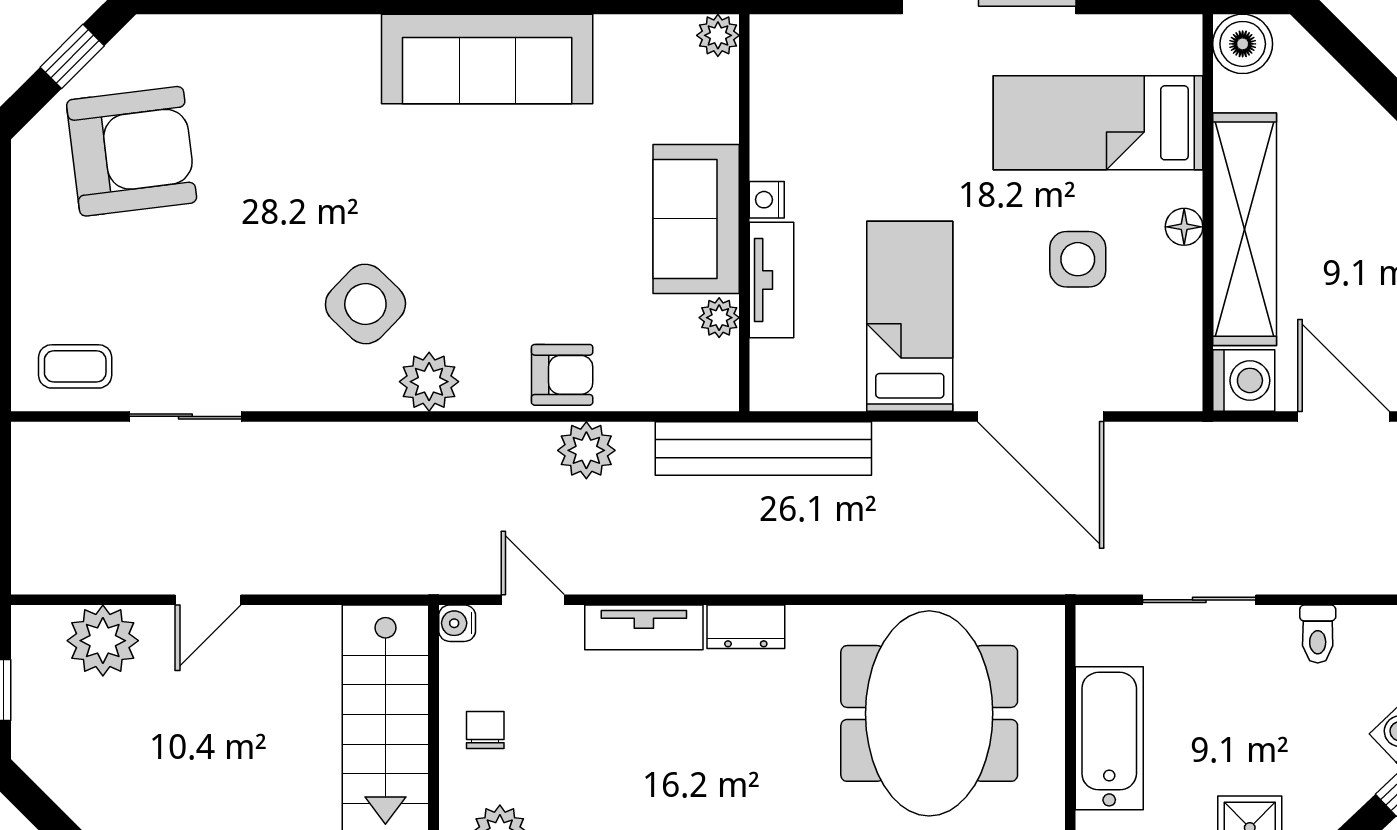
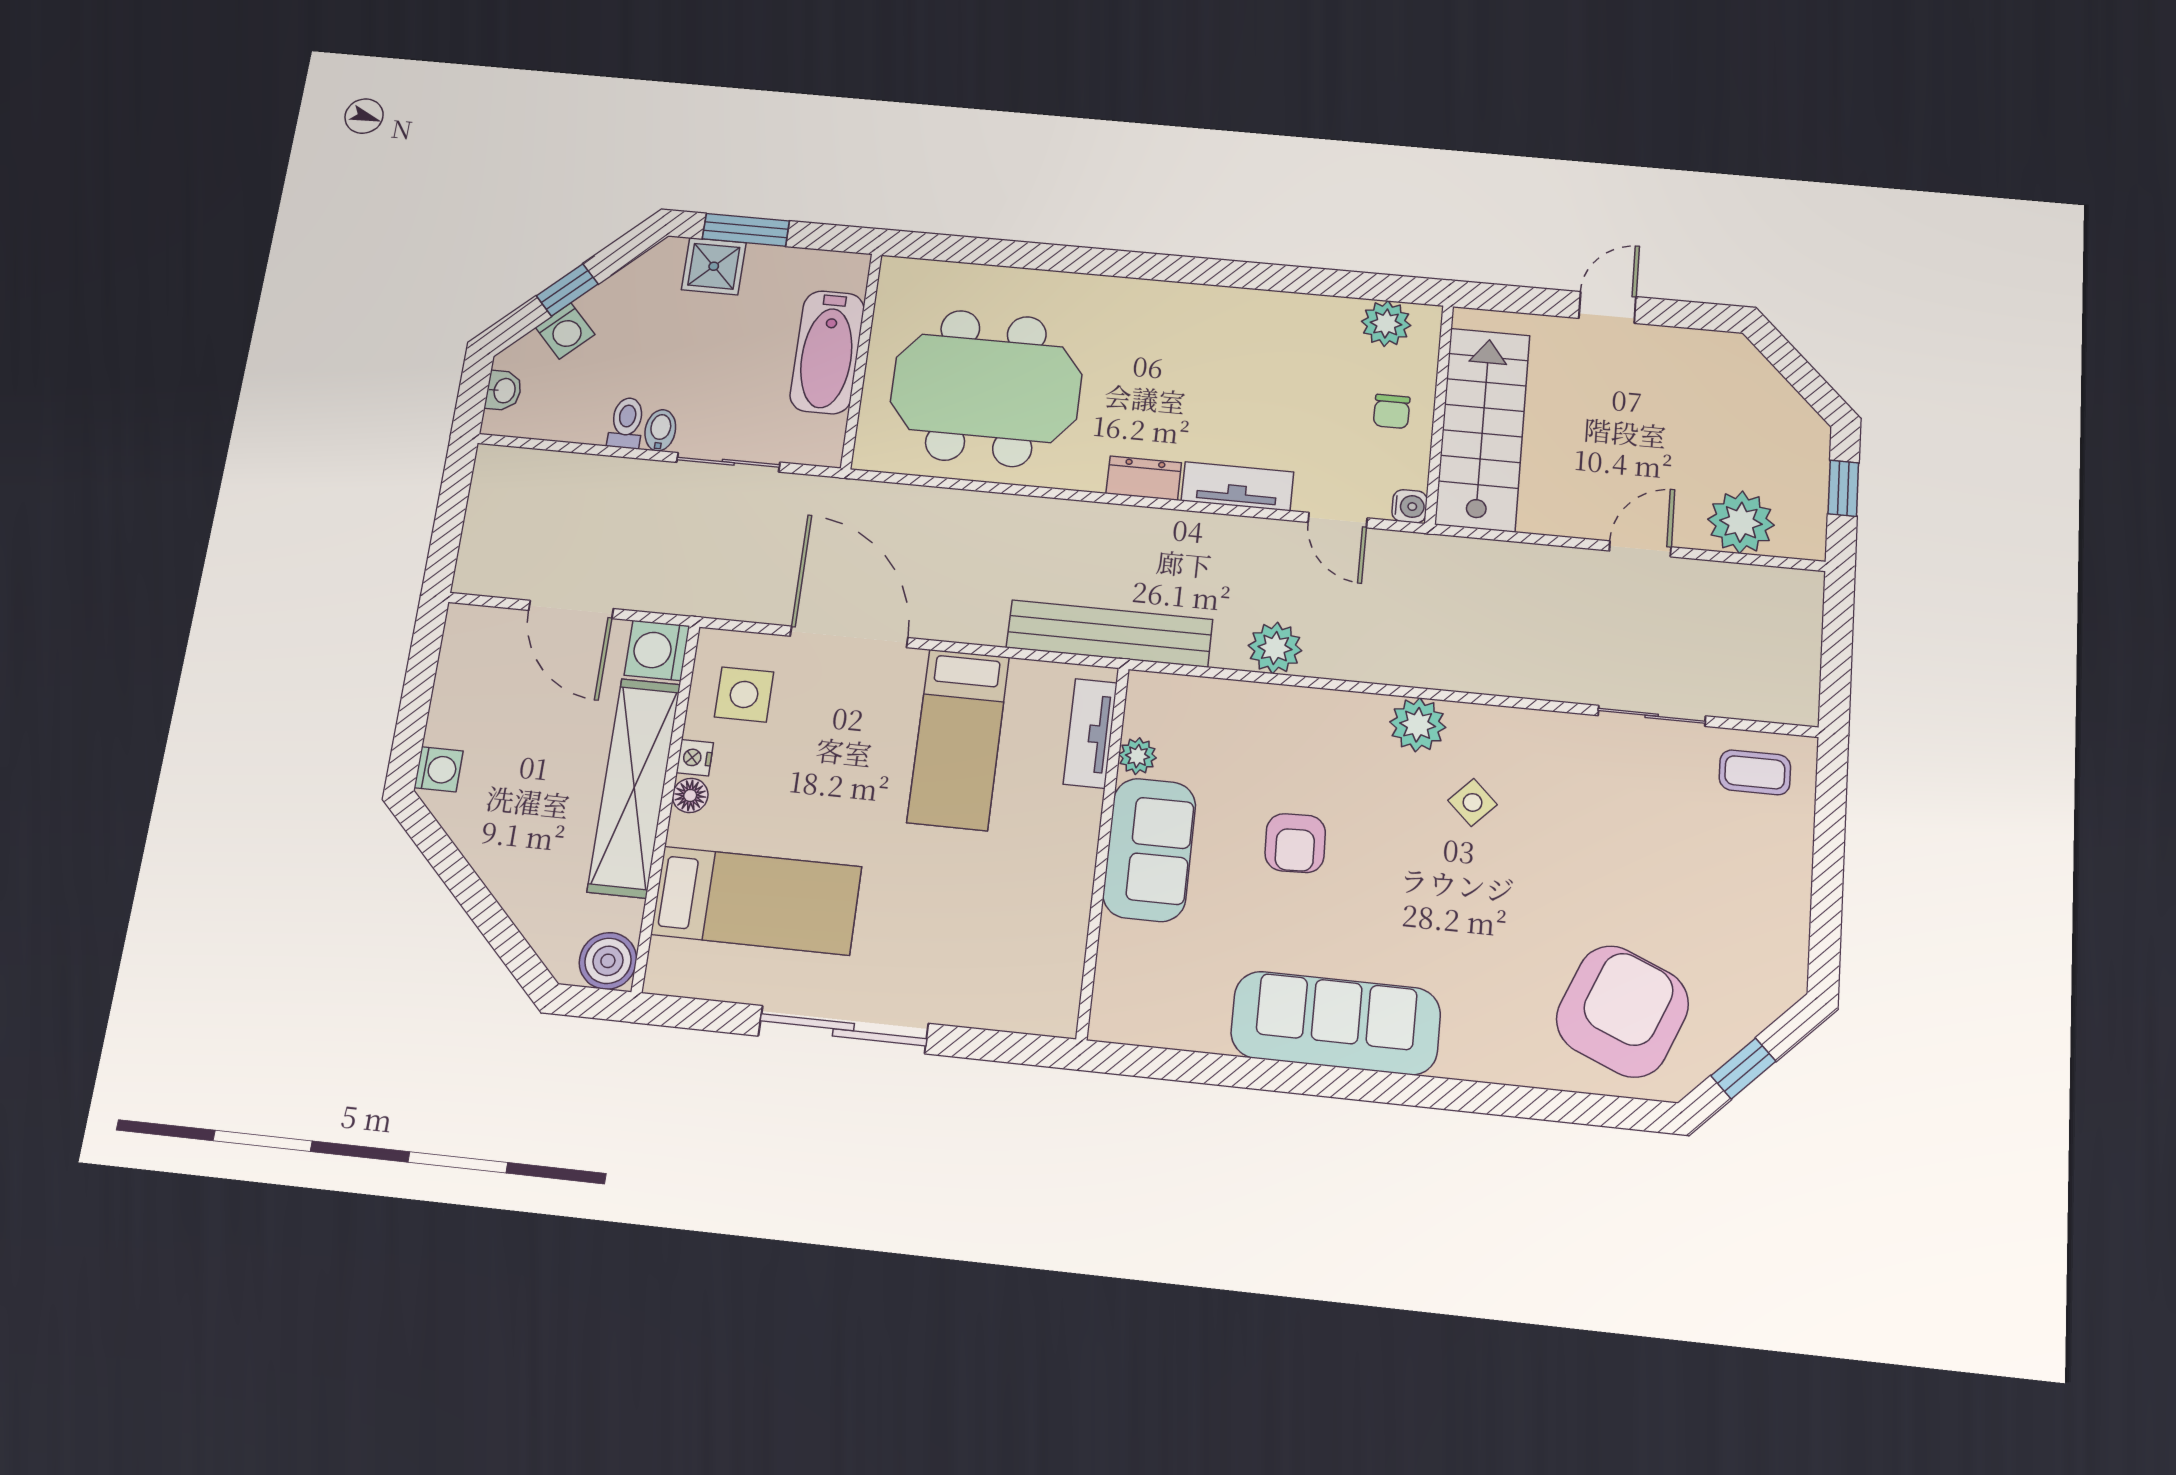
plant: (718, 35) -> (1109, 1022), removed
armchair: (132, 151) -> (1622, 1011), moved, turned 120
nightstand: (767, 200) -> (695, 758), moved, turned 180
side table: (1078, 259) -> (744, 694), moved
tv unit: (772, 280) -> (1090, 733), moved
side table: (365, 304) -> (1472, 802), width x0.54, depth x0.54
armchair: (562, 375) -> (1295, 843), moved, turned -92
bidet: (1279, 629) -> (660, 430), added
meeting table: (929, 713) -> (986, 388), turned 90

